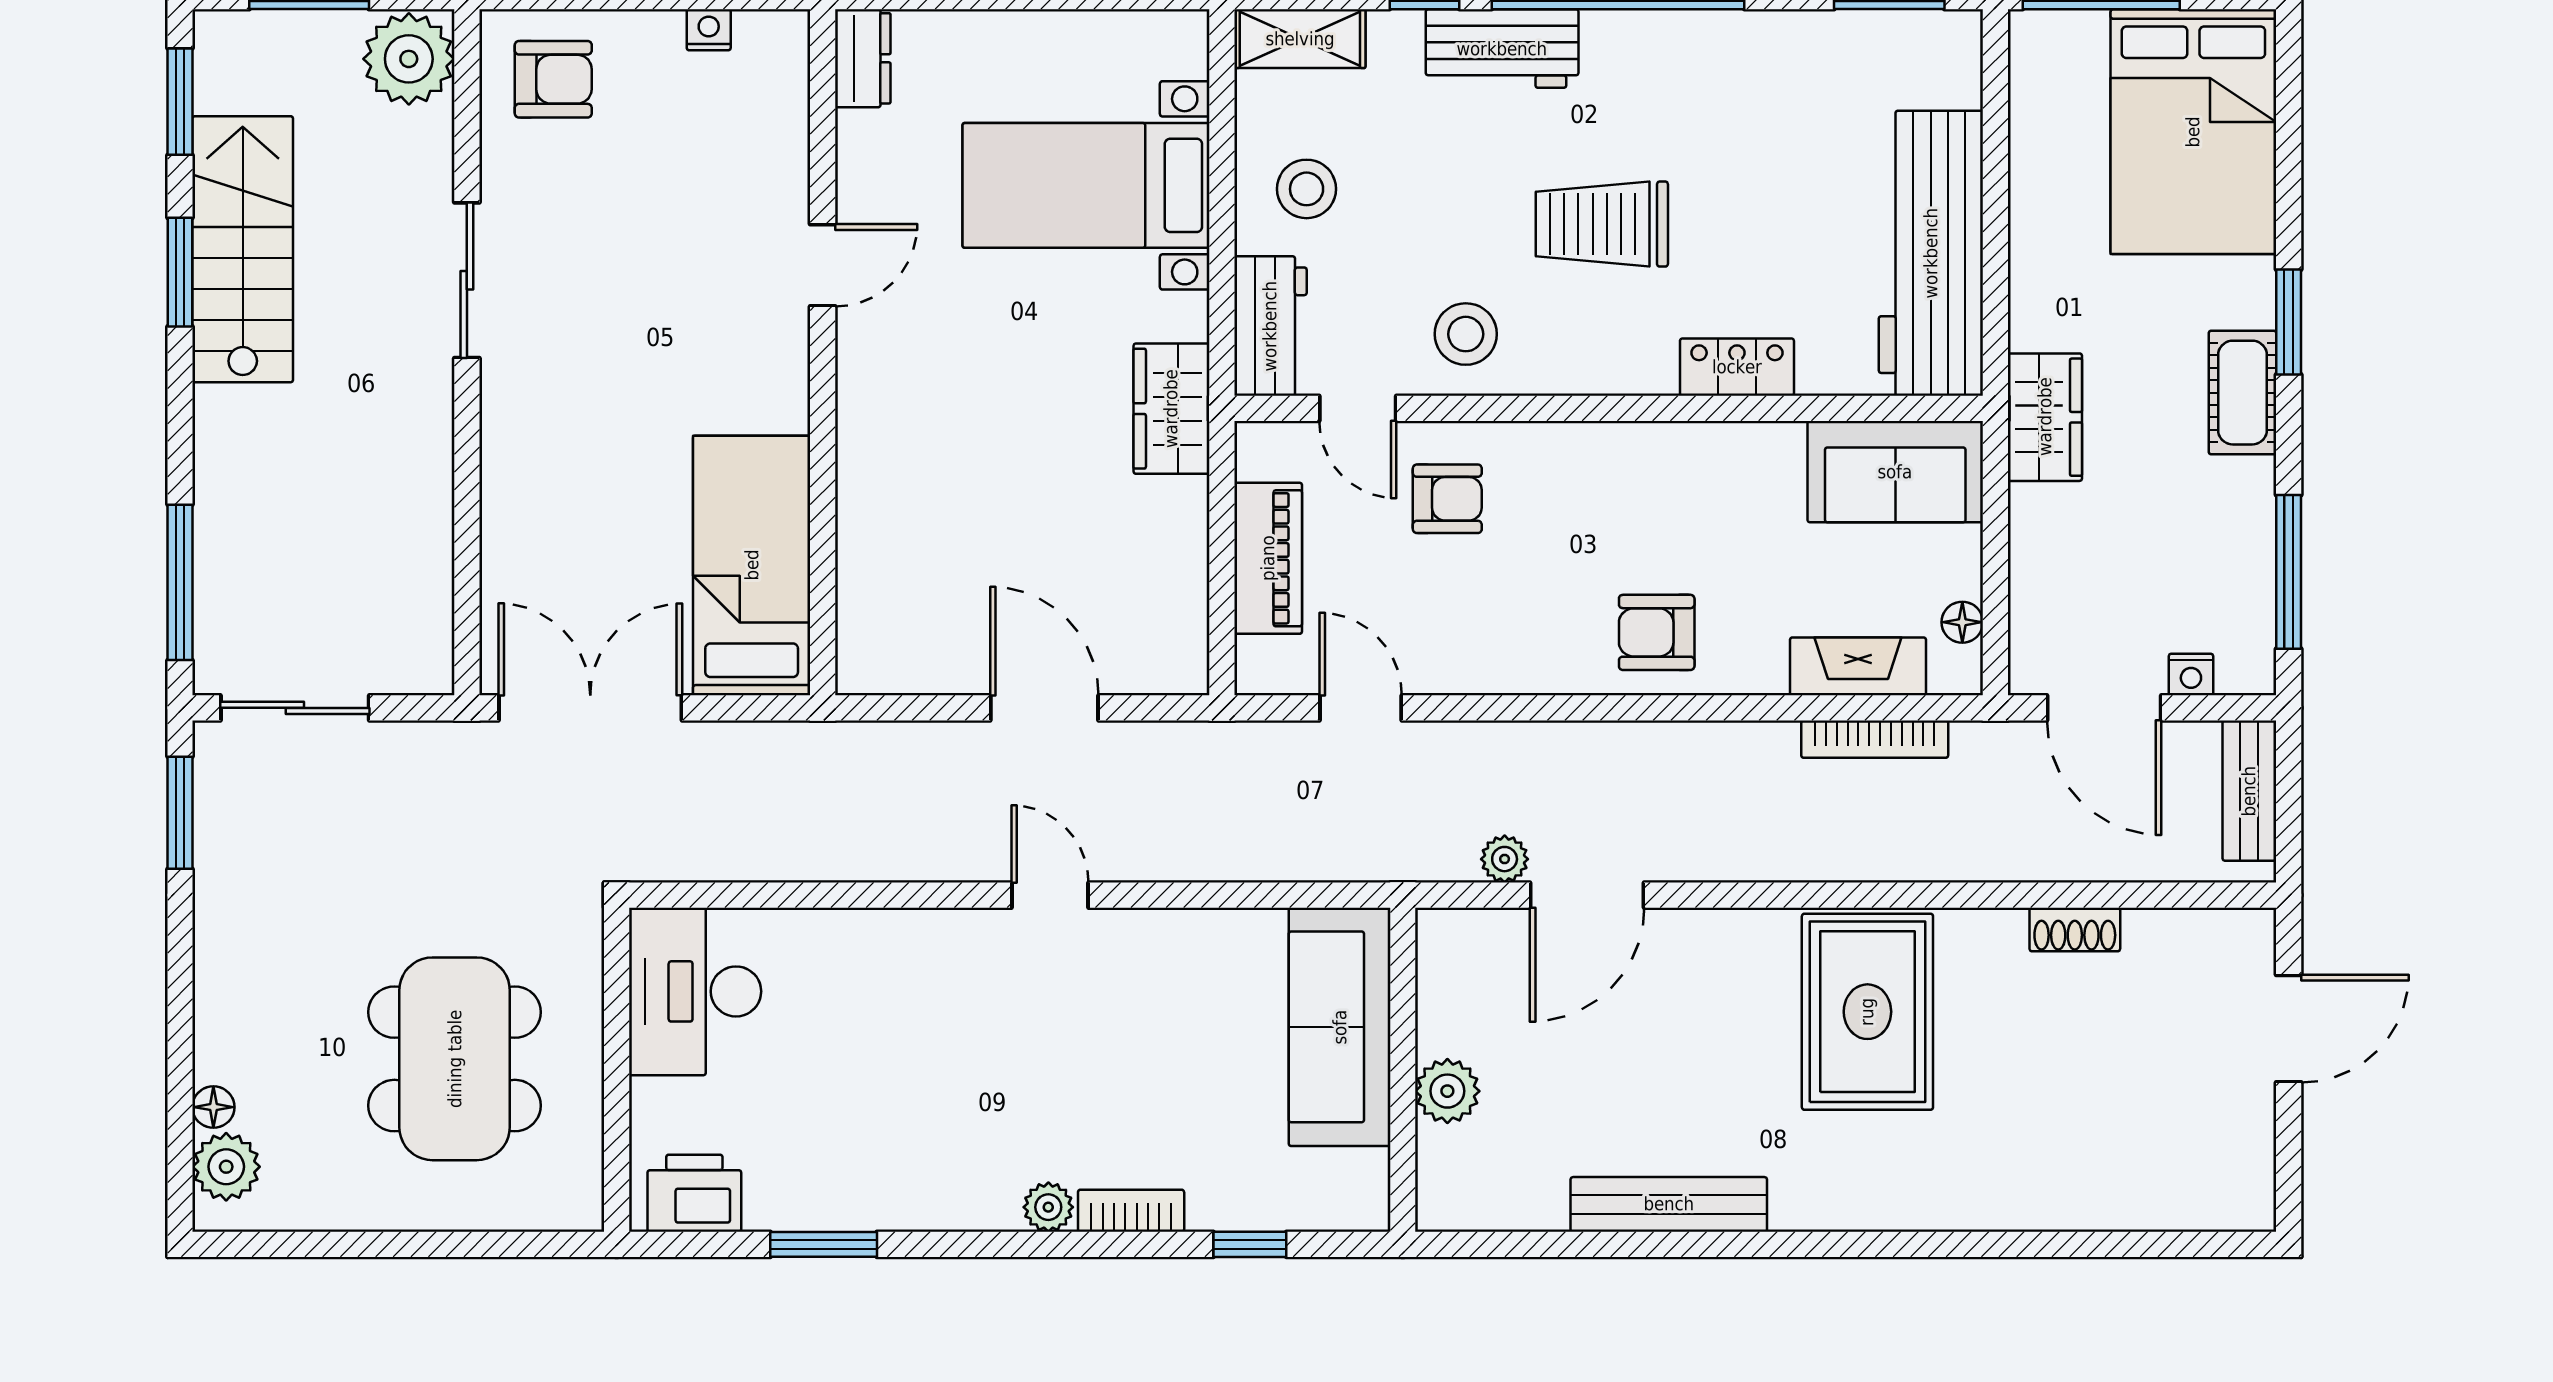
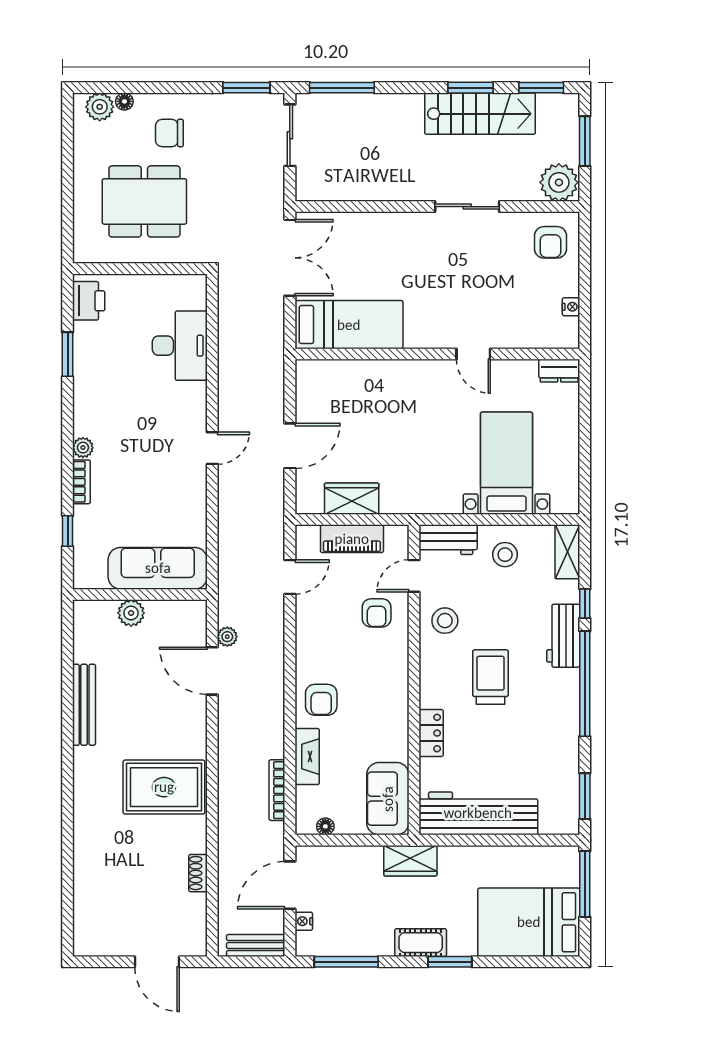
wardrobe: (1171, 409) -> (352, 499), moved
armchair: (1657, 632) -> (321, 700), turned 180
fireplace: (1858, 666) -> (307, 757), moved
desk: (695, 991) -> (180, 346), moved, turned 90
chair: (290, 999) -> (169, 133), added

